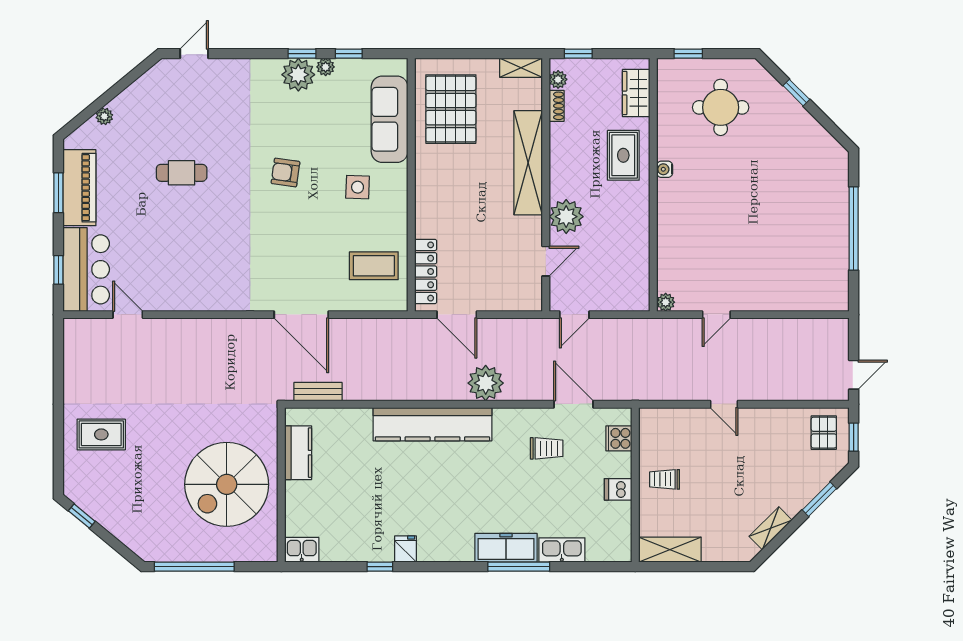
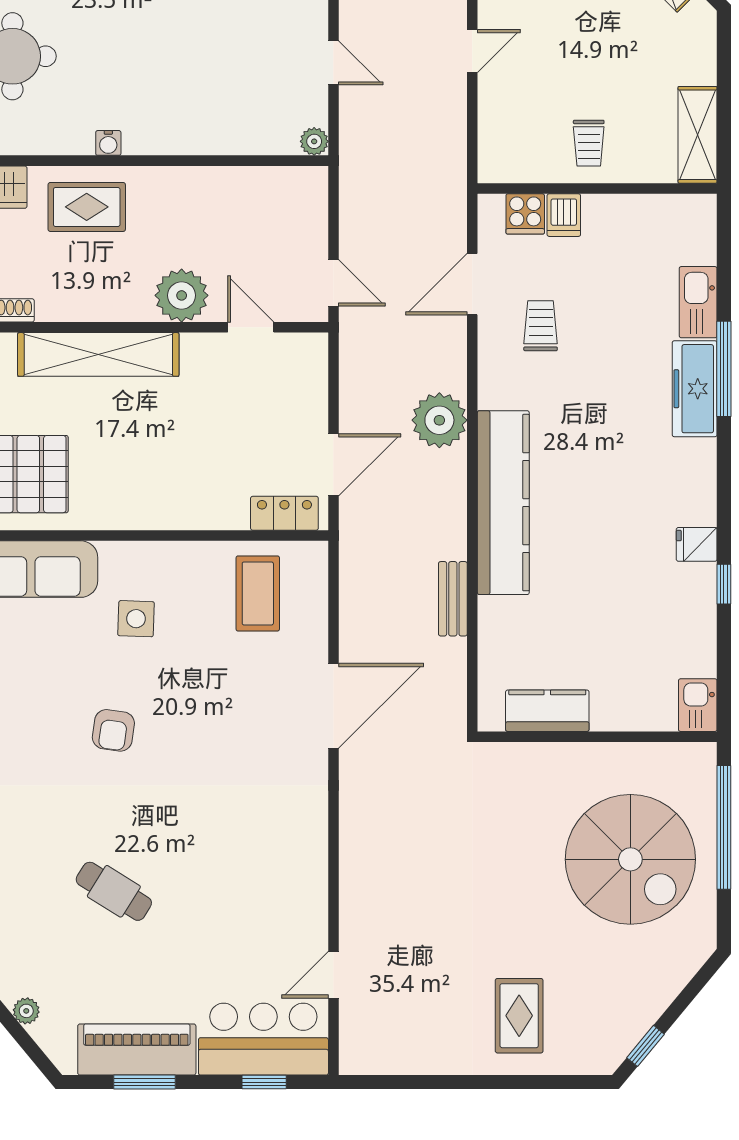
cafe table: (182, 173) -> (114, 891), turned -58
locker: (426, 271) -> (284, 513), width x0.66
bench: (318, 392) -> (453, 599), moved
spiral stairs: (227, 484) -> (630, 859), moved
dishwasher: (618, 489) -> (564, 215), moved
window: (194, 567) -> (724, 827), moved

